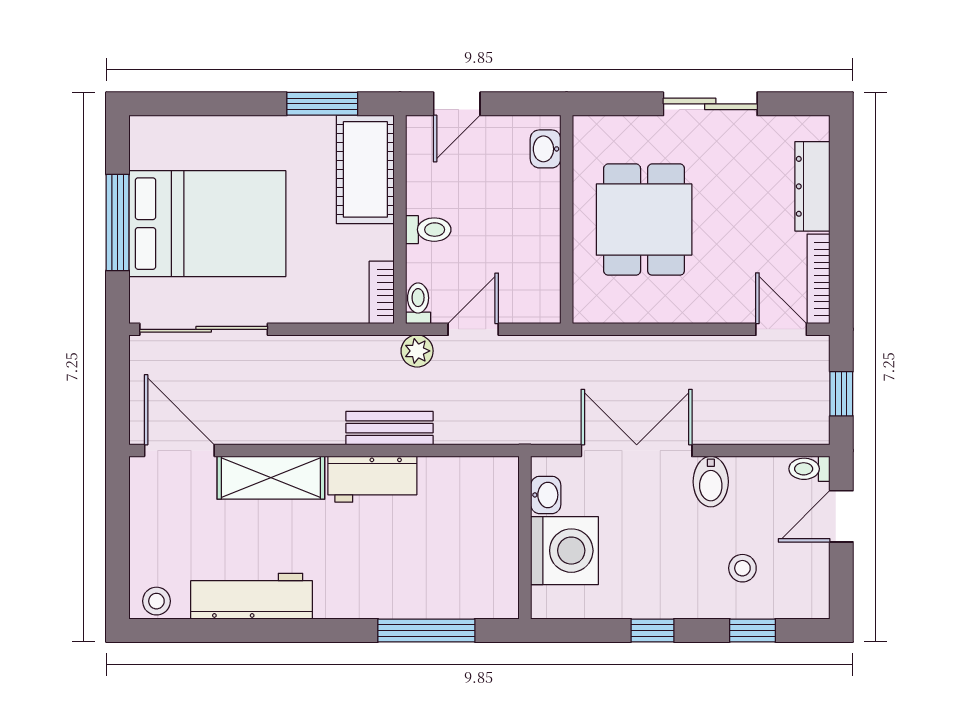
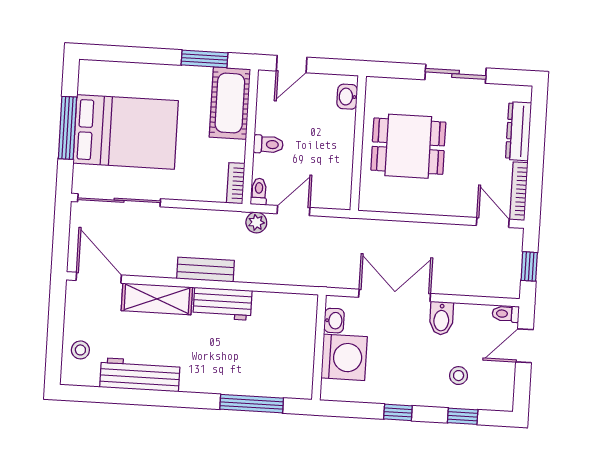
dining table: (644, 220) -> (408, 146), turned 90
bench: (389, 428) -> (205, 270), moved
stool: (156, 601) -> (80, 350), moved

